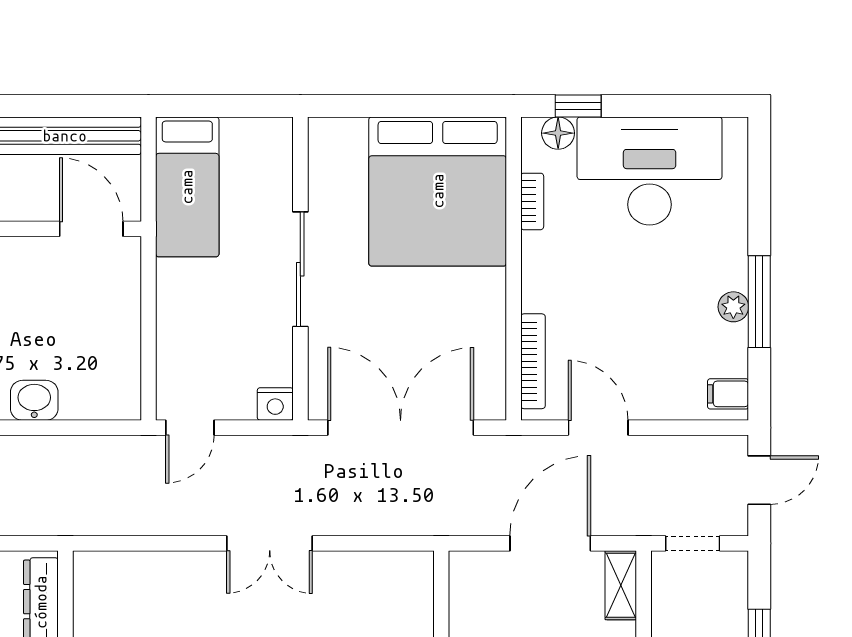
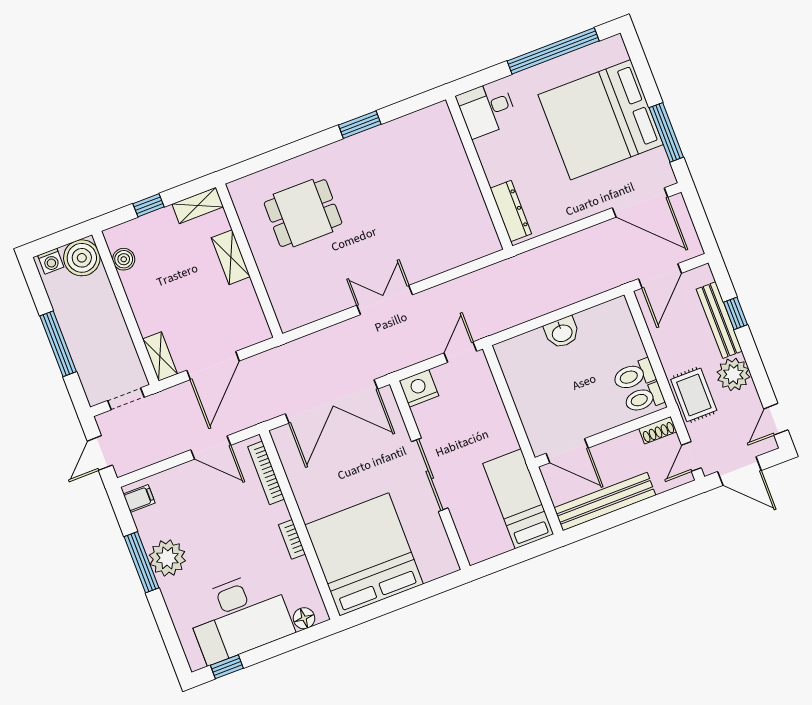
window: (578, 106) -> (227, 667), moved
bookcase: (532, 201) -> (292, 539), moved
plant: (733, 307) -> (167, 558), width x1.88, depth x1.88
nightstand: (275, 404) -> (419, 388), width x1.36, depth x1.33

